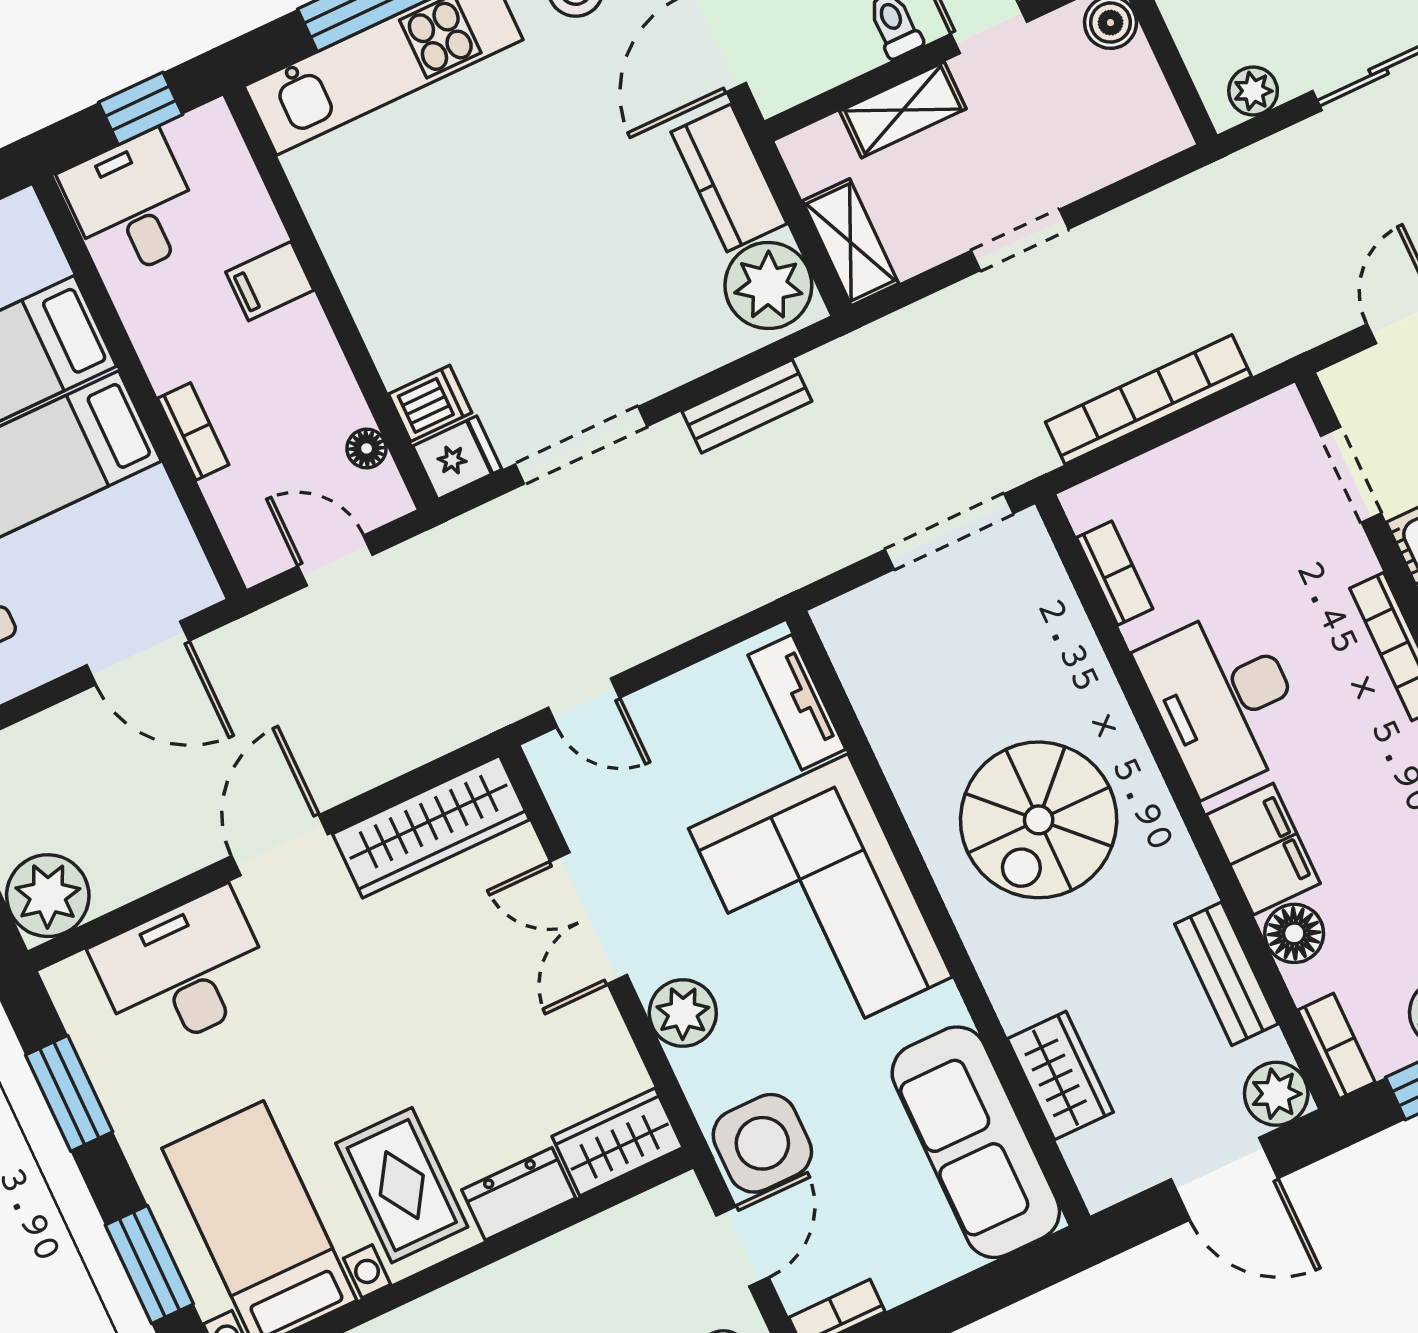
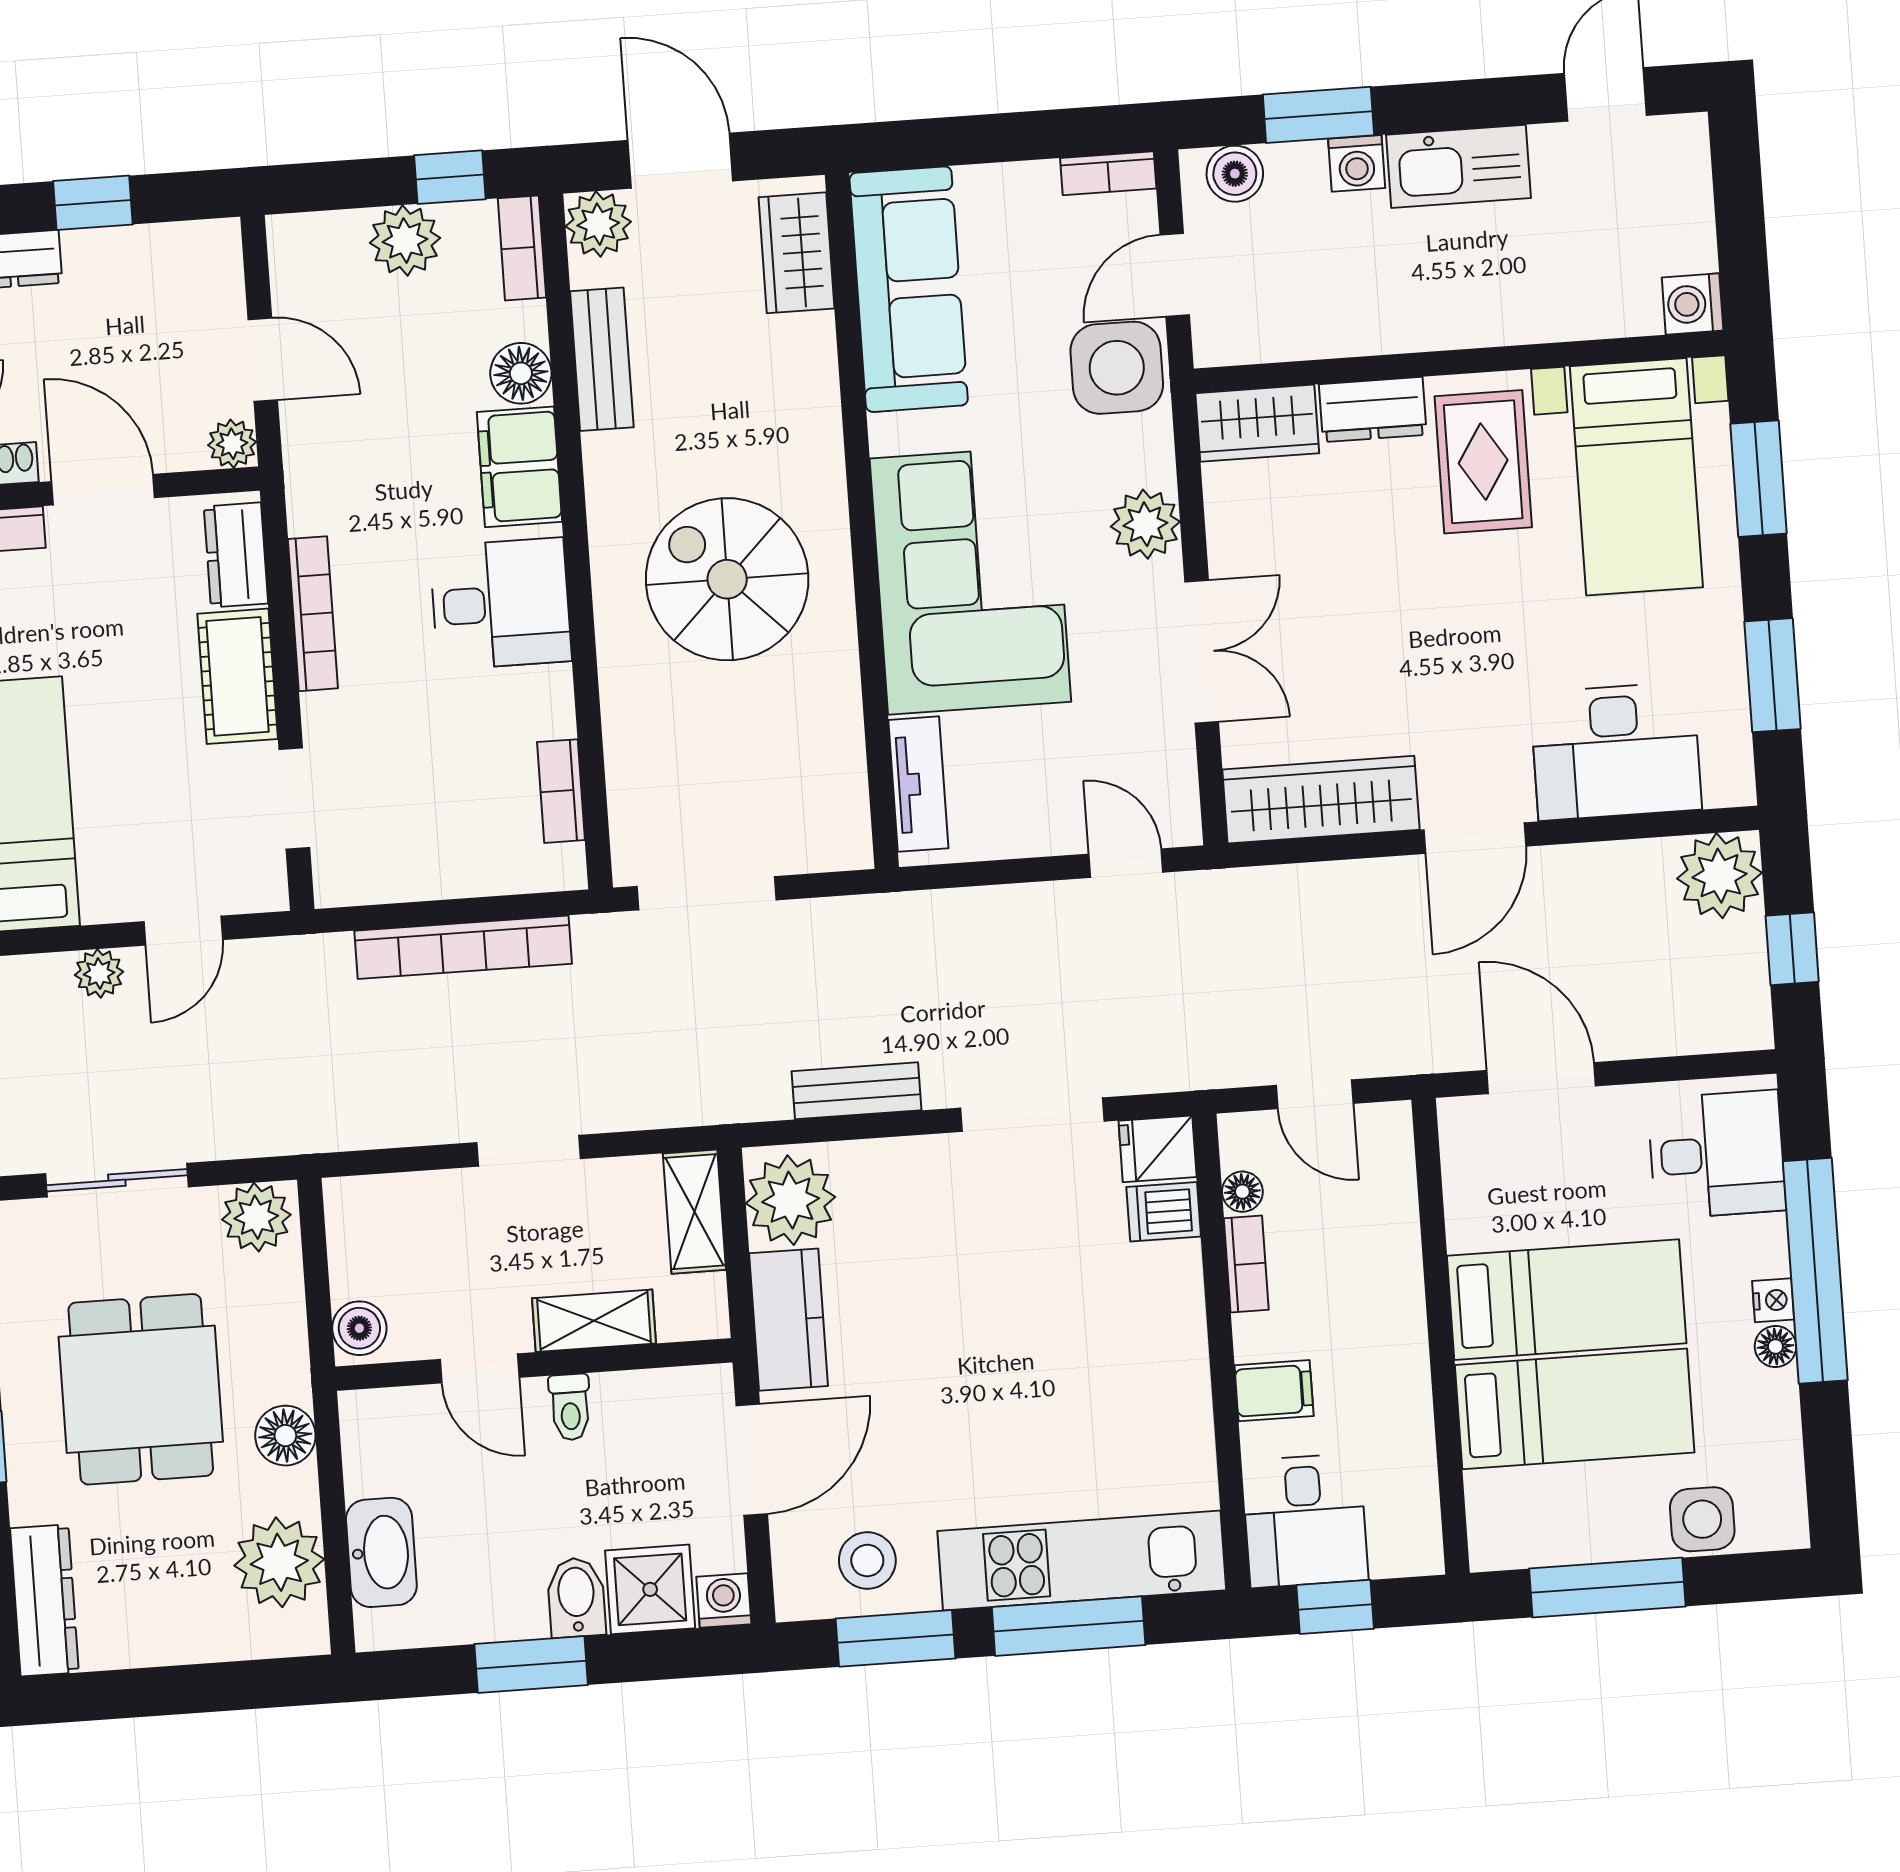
plant: (1253, 91) -> (256, 1217), width x1.38, depth x1.38
desk: (133, 206) -> (1305, 1521), moved
bookcase: (193, 431) -> (1246, 1264), moved, turned 180
desk: (1224, 700) -> (501, 604), width x0.73
spiral stairs: (1039, 820) -> (727, 579), turned -90
wardrobe: (1060, 1075) -> (797, 253), moved

